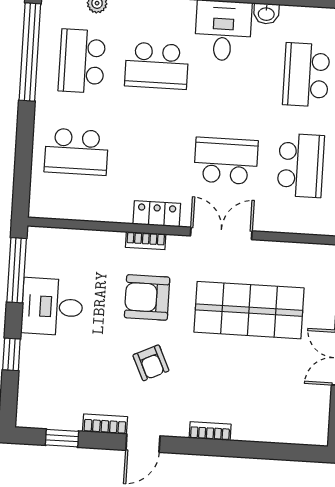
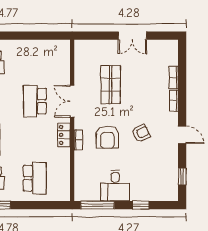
school desk: (301, 165) -> (35, 63), removed
shop shelf: (249, 310) -> (111, 85), width x0.70, depth x0.74
bookcase: (105, 424) -> (174, 78), moved

